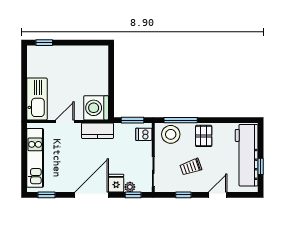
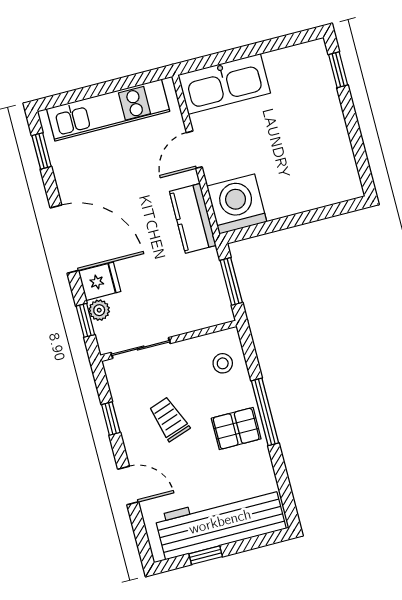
window: (181, 120) -> (265, 412), moved
door: (65, 121) -> (194, 150), swing flipped
dishwasher: (144, 134) -> (209, 311), removed
stool: (171, 134) -> (223, 363), width x0.53, depth x0.53

